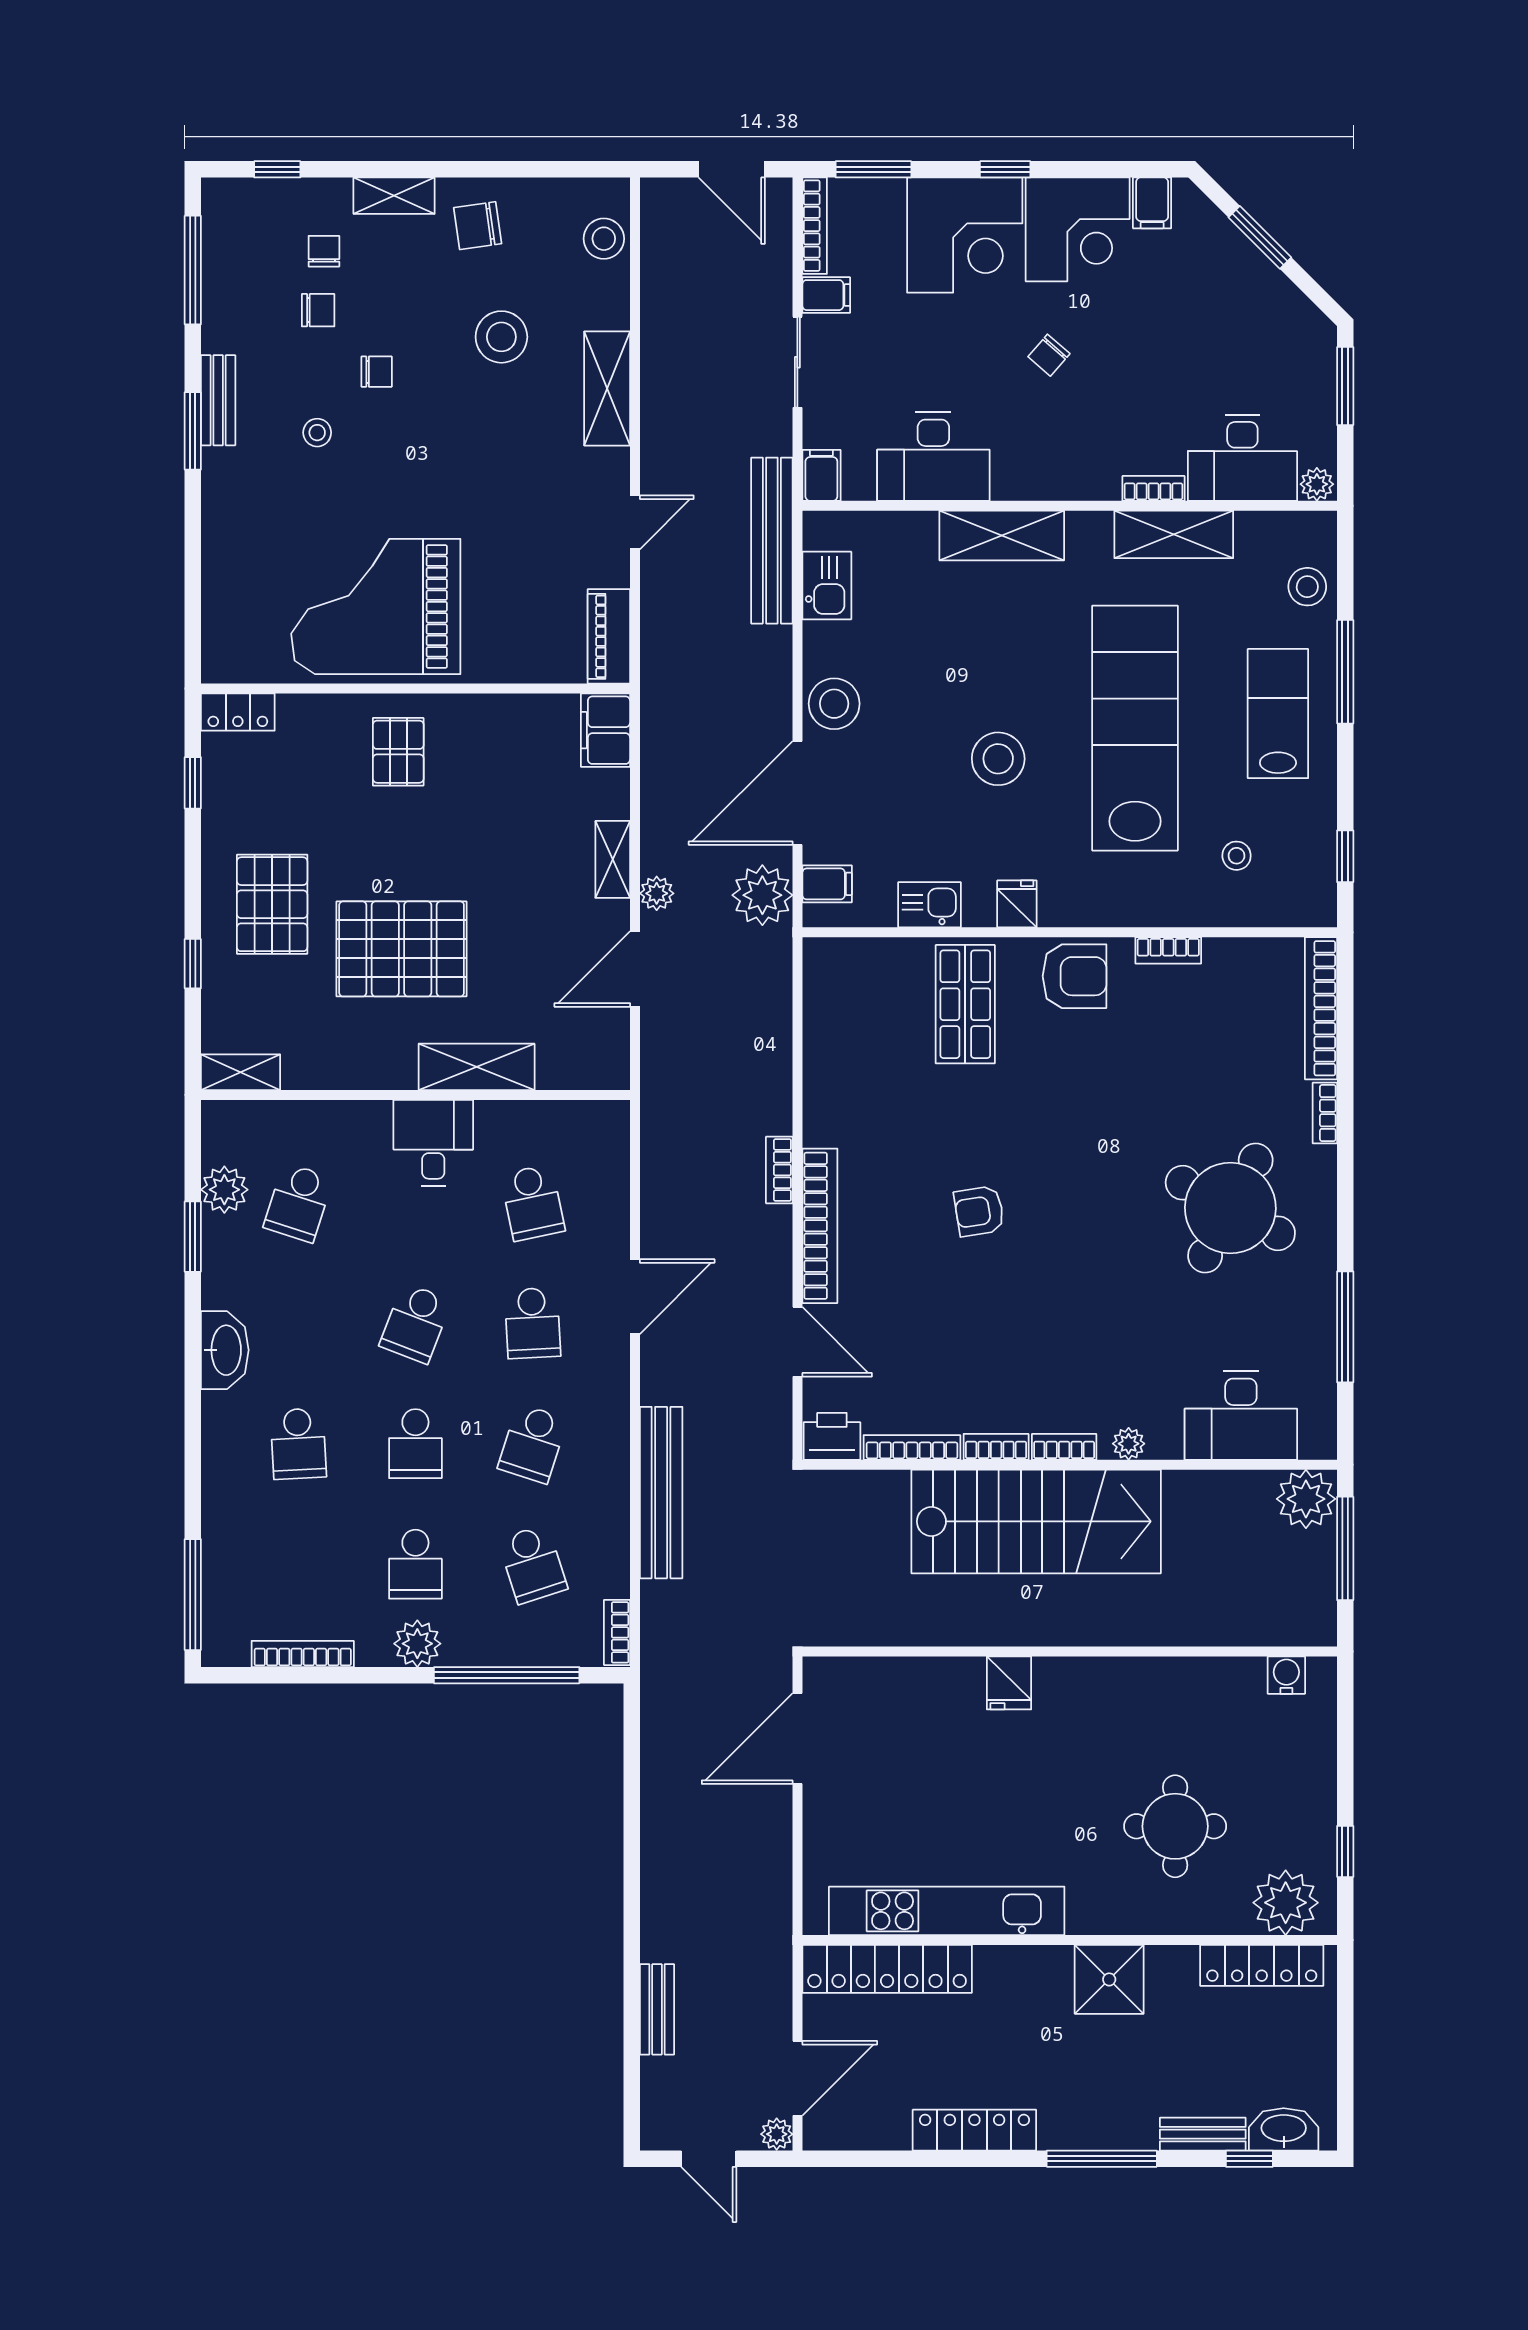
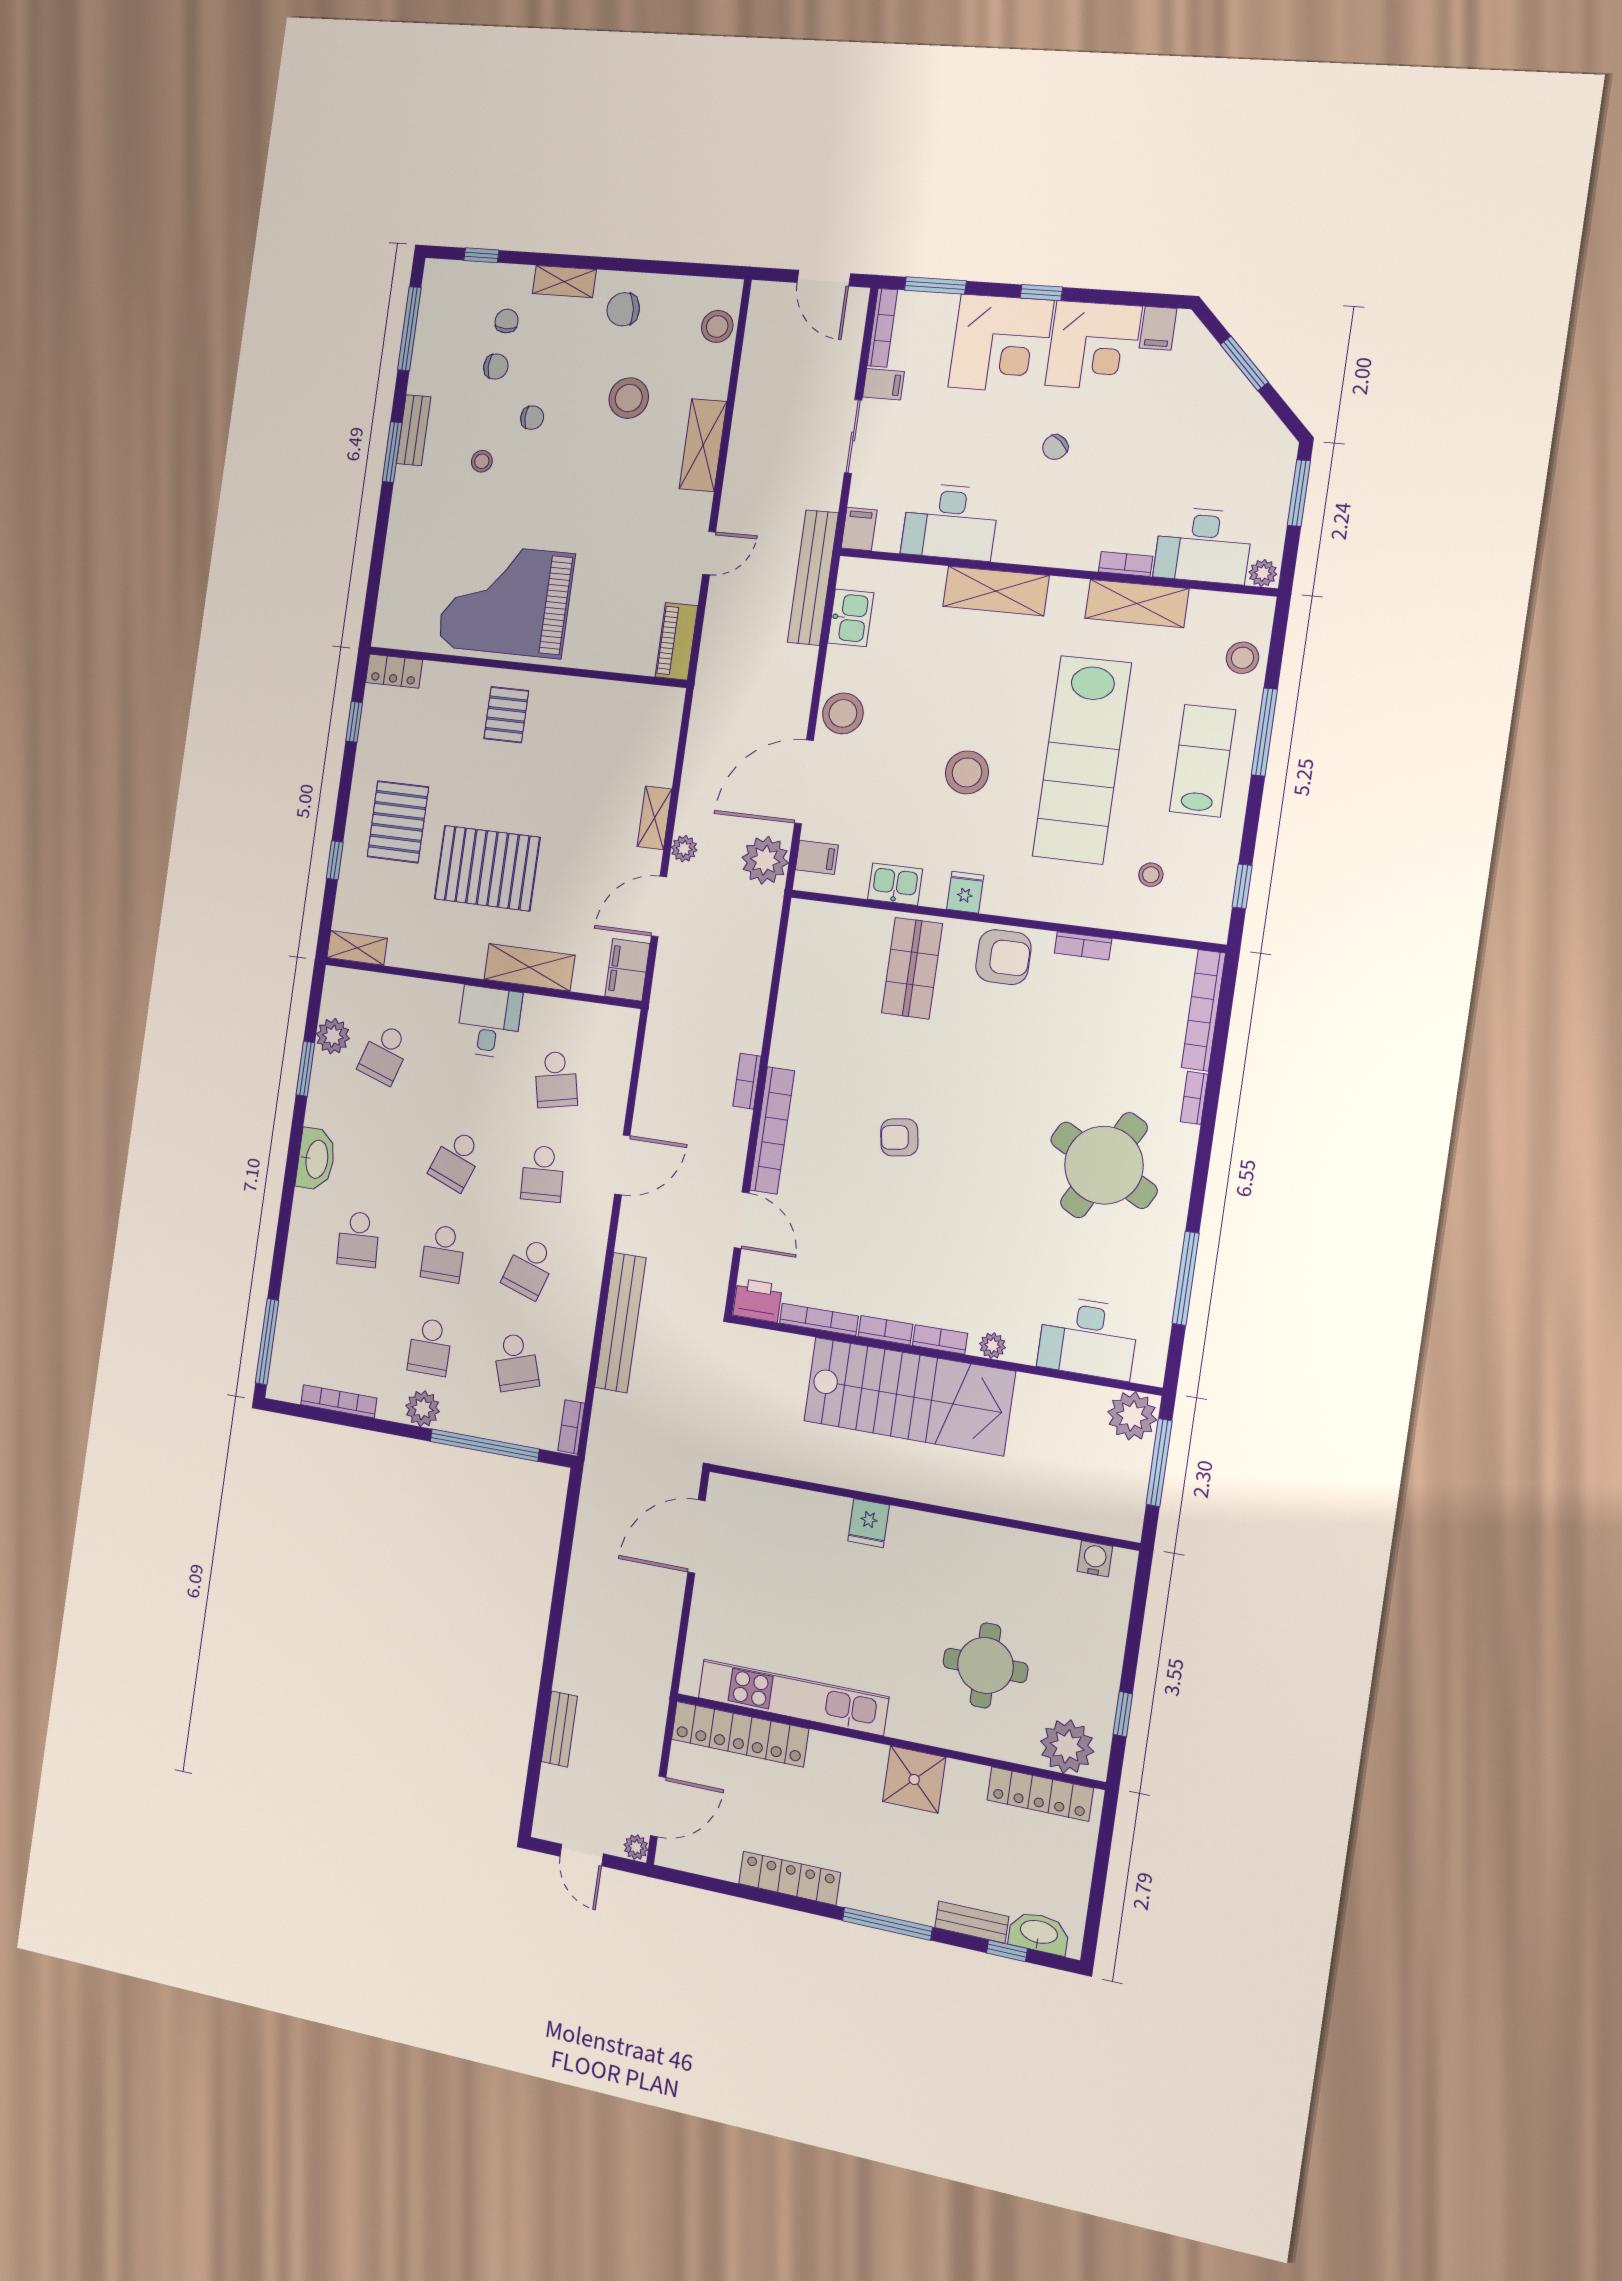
lab bench: (1135, 728) -> (1082, 760), turned 180
filing cabinet: (605, 730) -> (627, 970), moved

